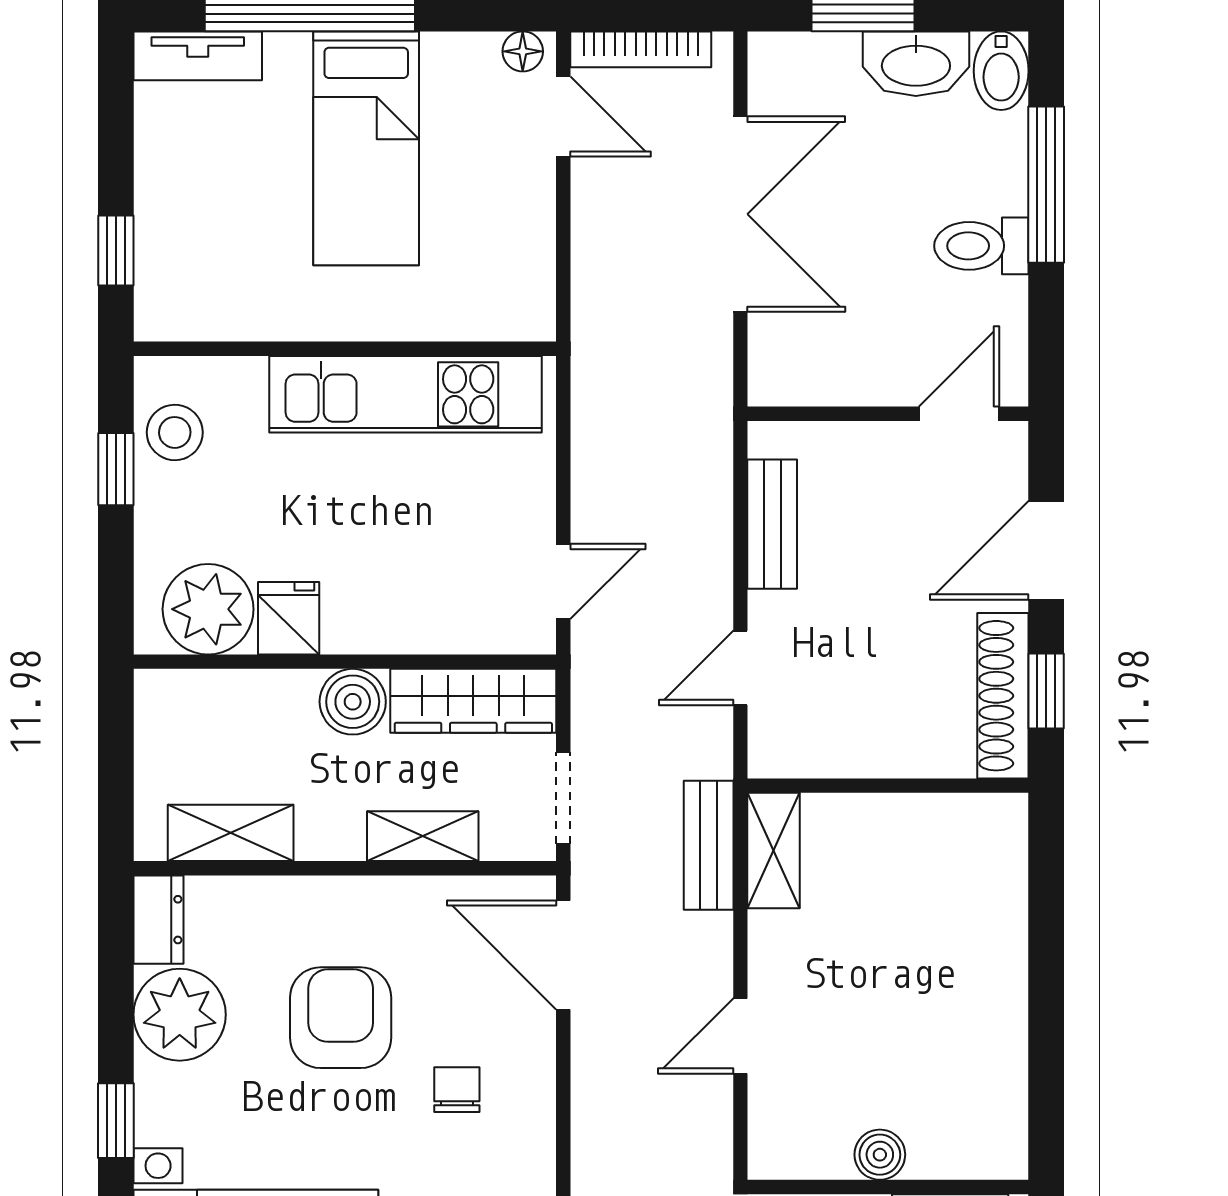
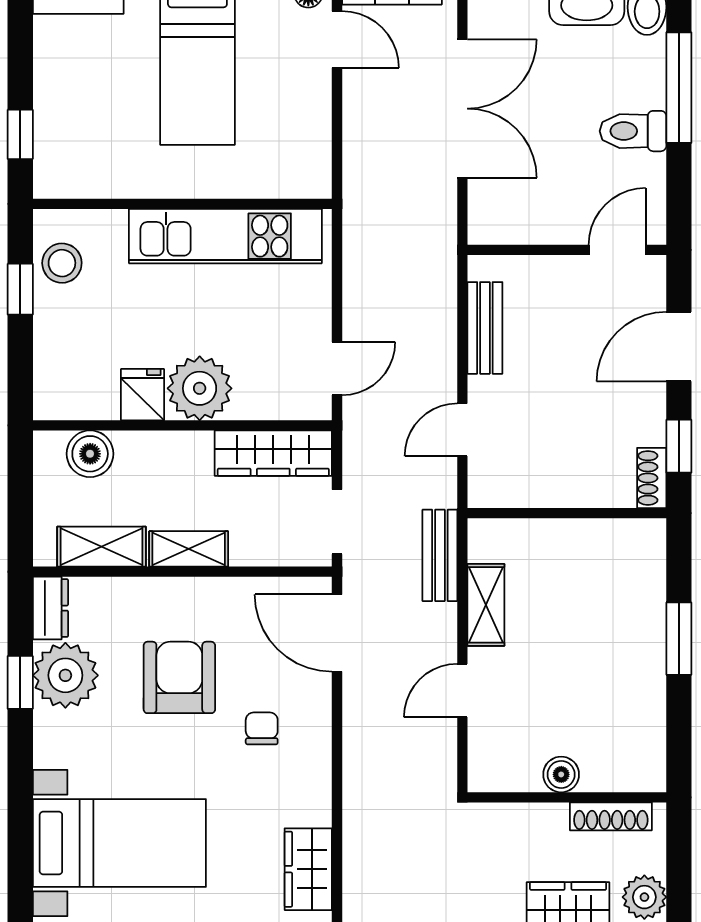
plant: (208, 609) -> (200, 388), moved
shoe rack: (1003, 696) -> (652, 478), width x0.51, depth x0.81
boiler: (353, 702) -> (90, 454), moved
shelving: (423, 836) -> (189, 549), moved
shelving: (773, 851) -> (486, 605), moved
window: (1046, 963) -> (679, 639), added
window: (116, 1121) -> (20, 682), moved

